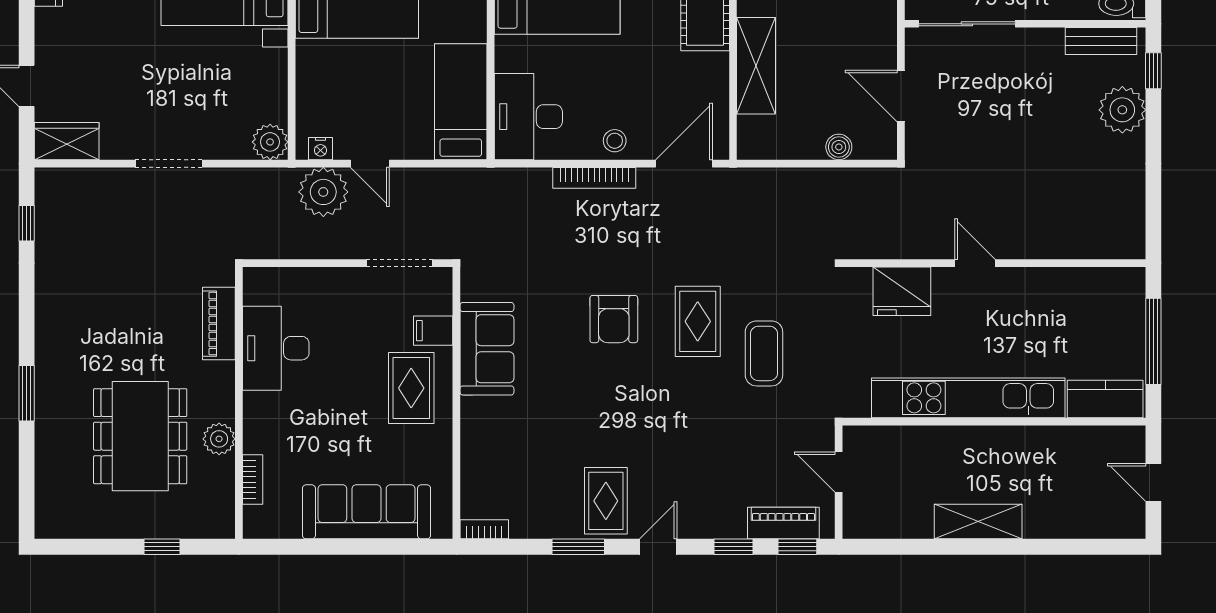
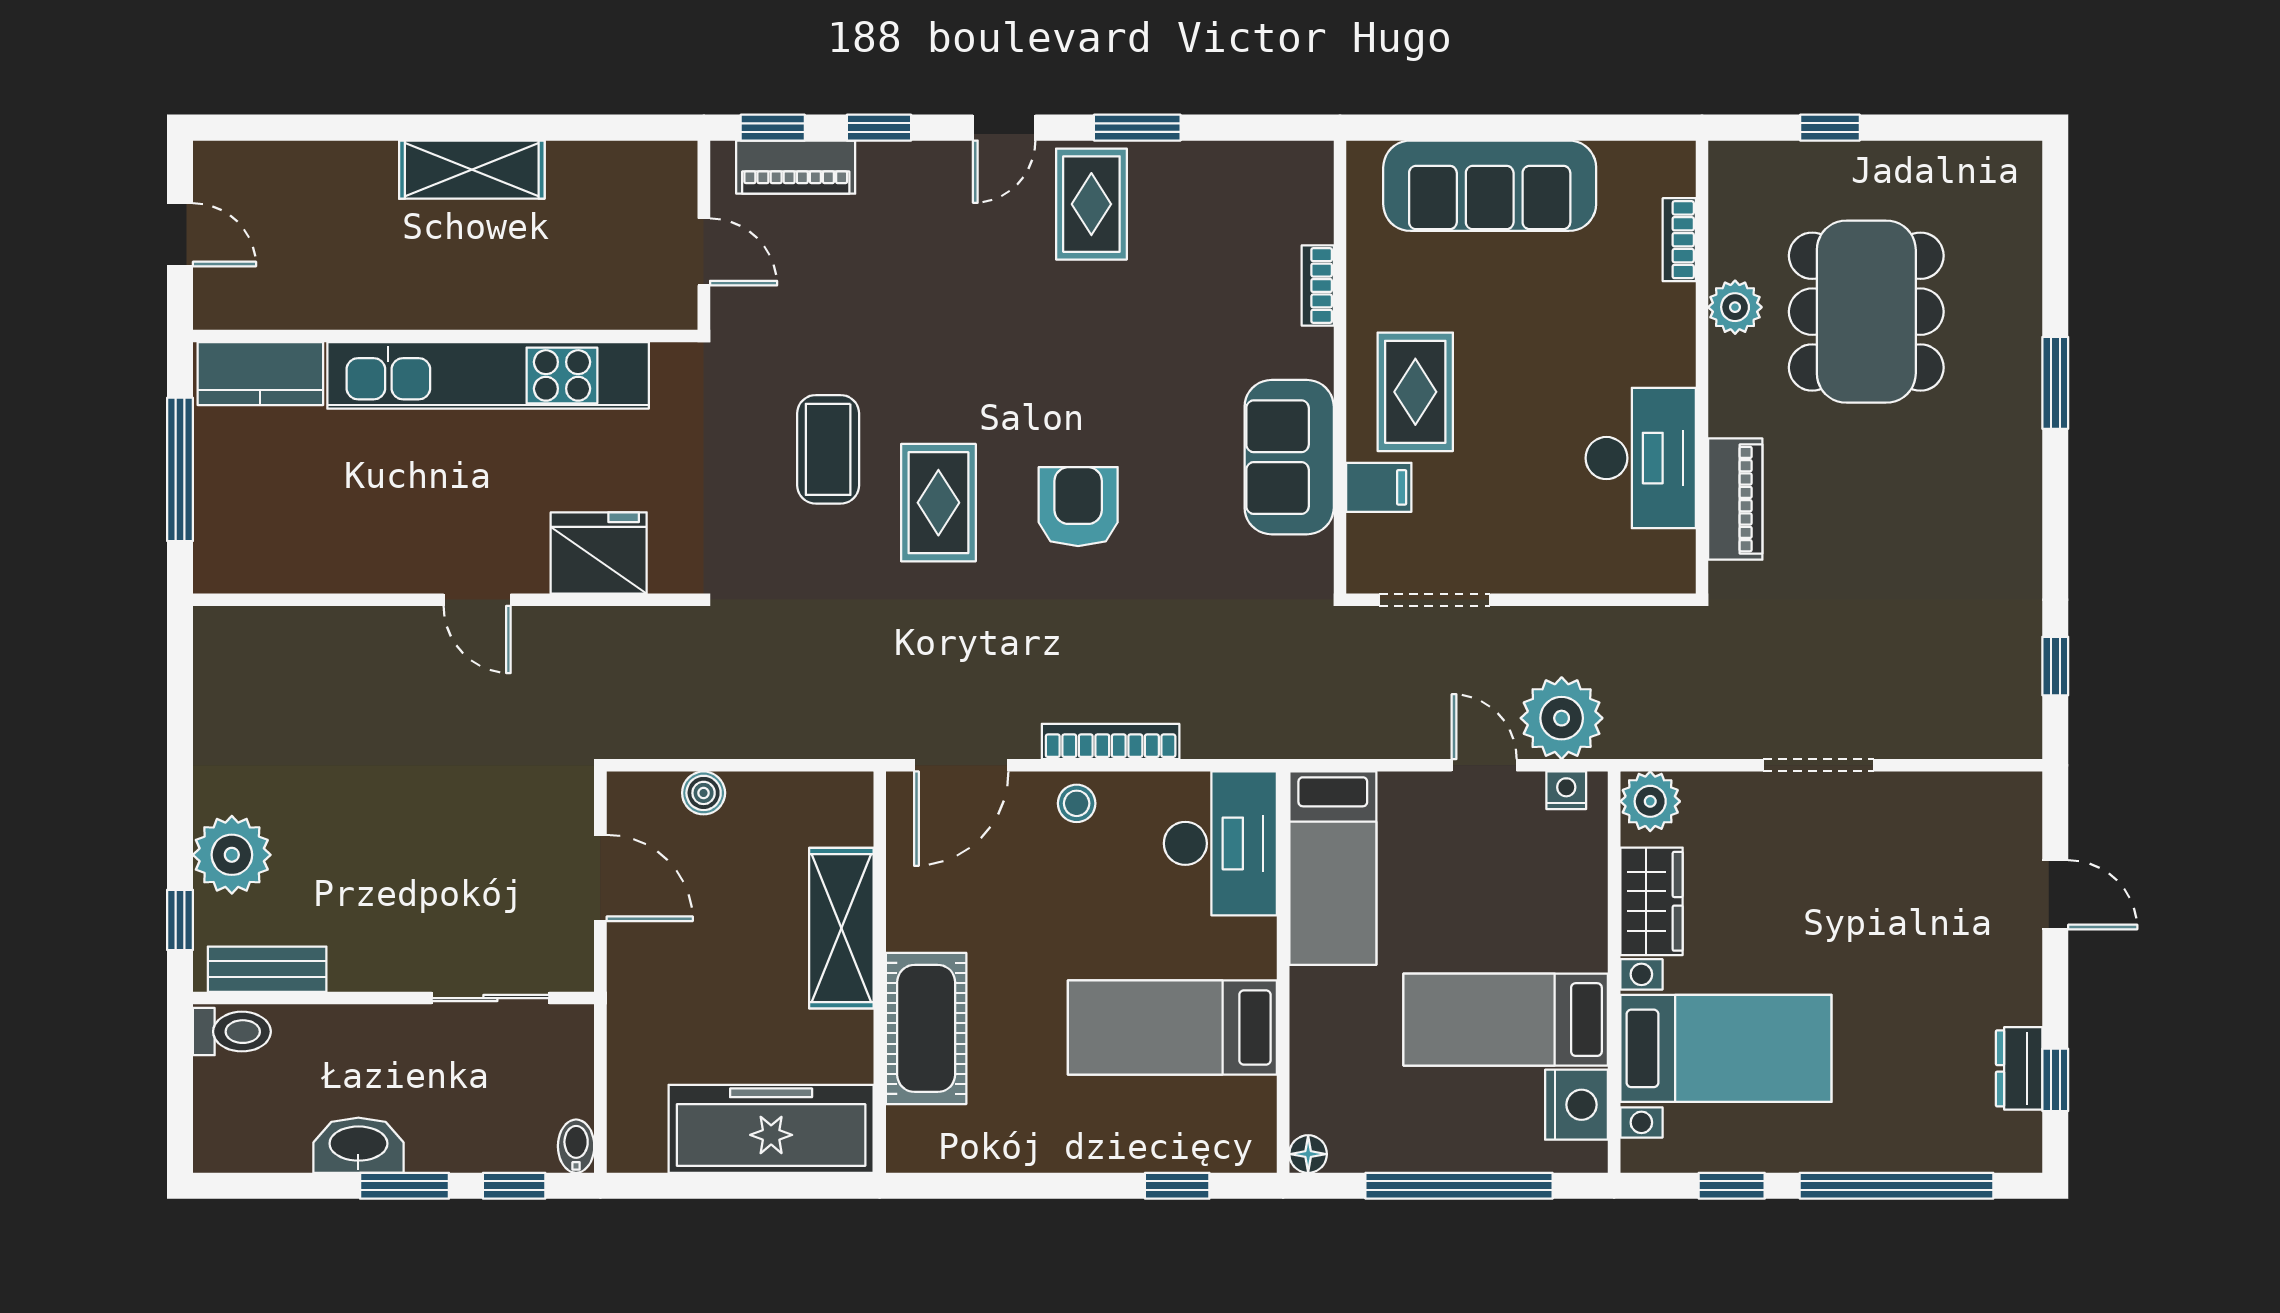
sliding door: (967, 24) -> (490, 998), width x0.73
wardrobe: (67, 141) -> (1651, 901), moved, turned -90
bookcase: (484, 529) -> (1318, 285), moved, turned 90

